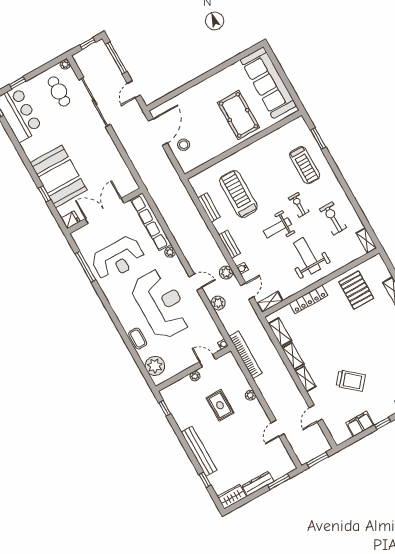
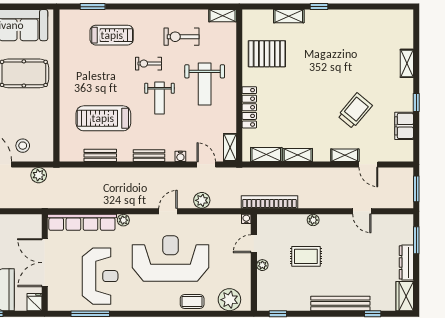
weight bench: (307, 256) -> (205, 84), turned -90
plant: (226, 273) -> (39, 175), moved
shelving: (305, 379) -> (345, 155), moved

